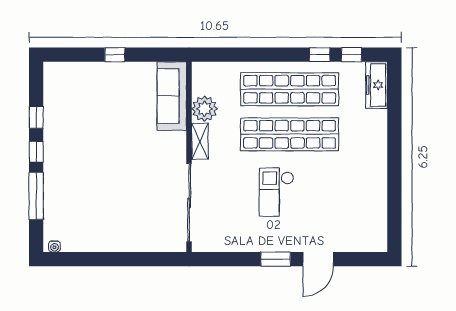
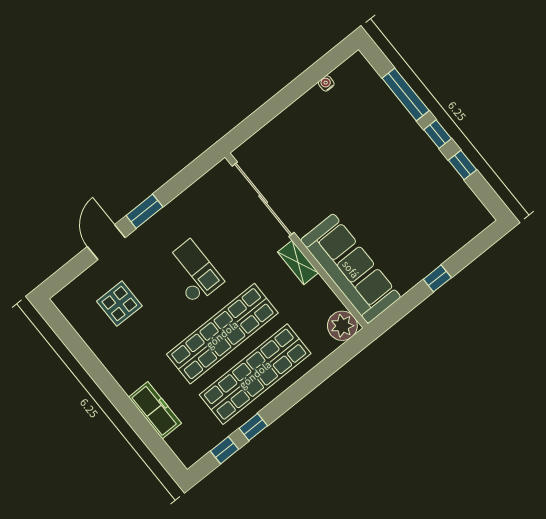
freezer: (377, 85) -> (155, 410), moved
sofa: (172, 96) -> (351, 269), width x1.36, depth x1.27
plant: (205, 109) -> (342, 326), moved
display table: (343, 211) -> (119, 304), added
water cooler: (54, 246) -> (326, 83), moved

